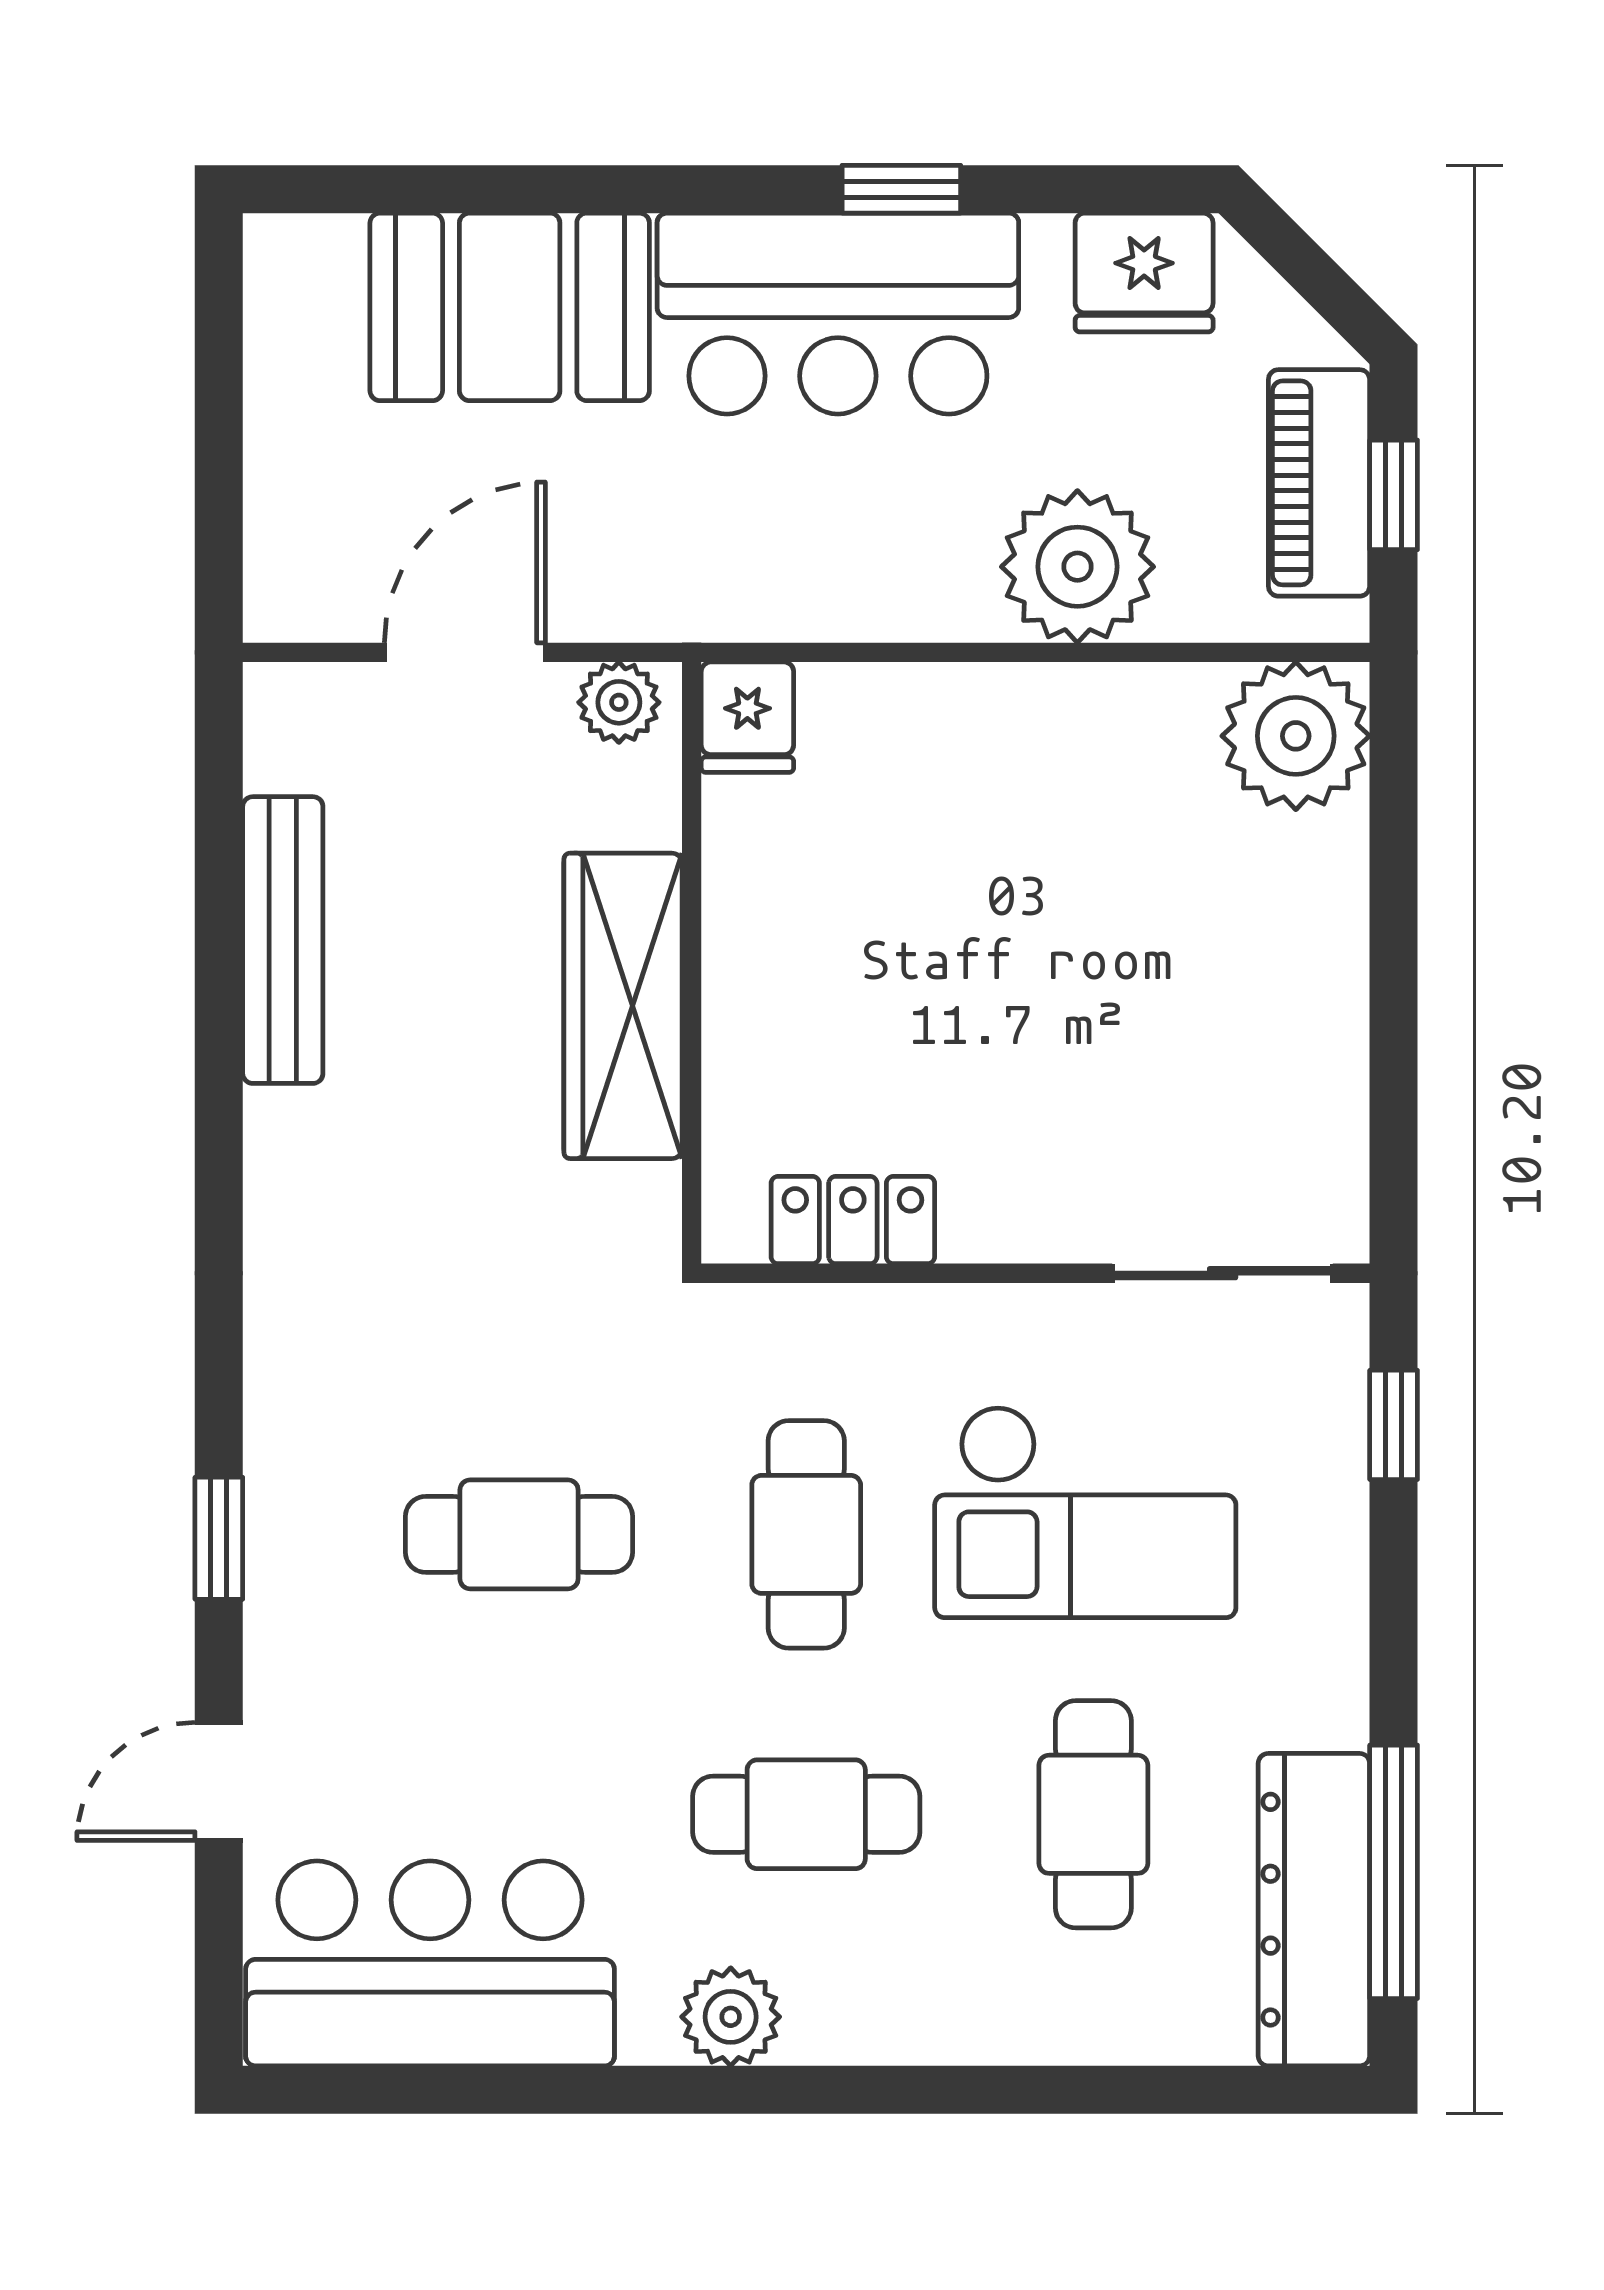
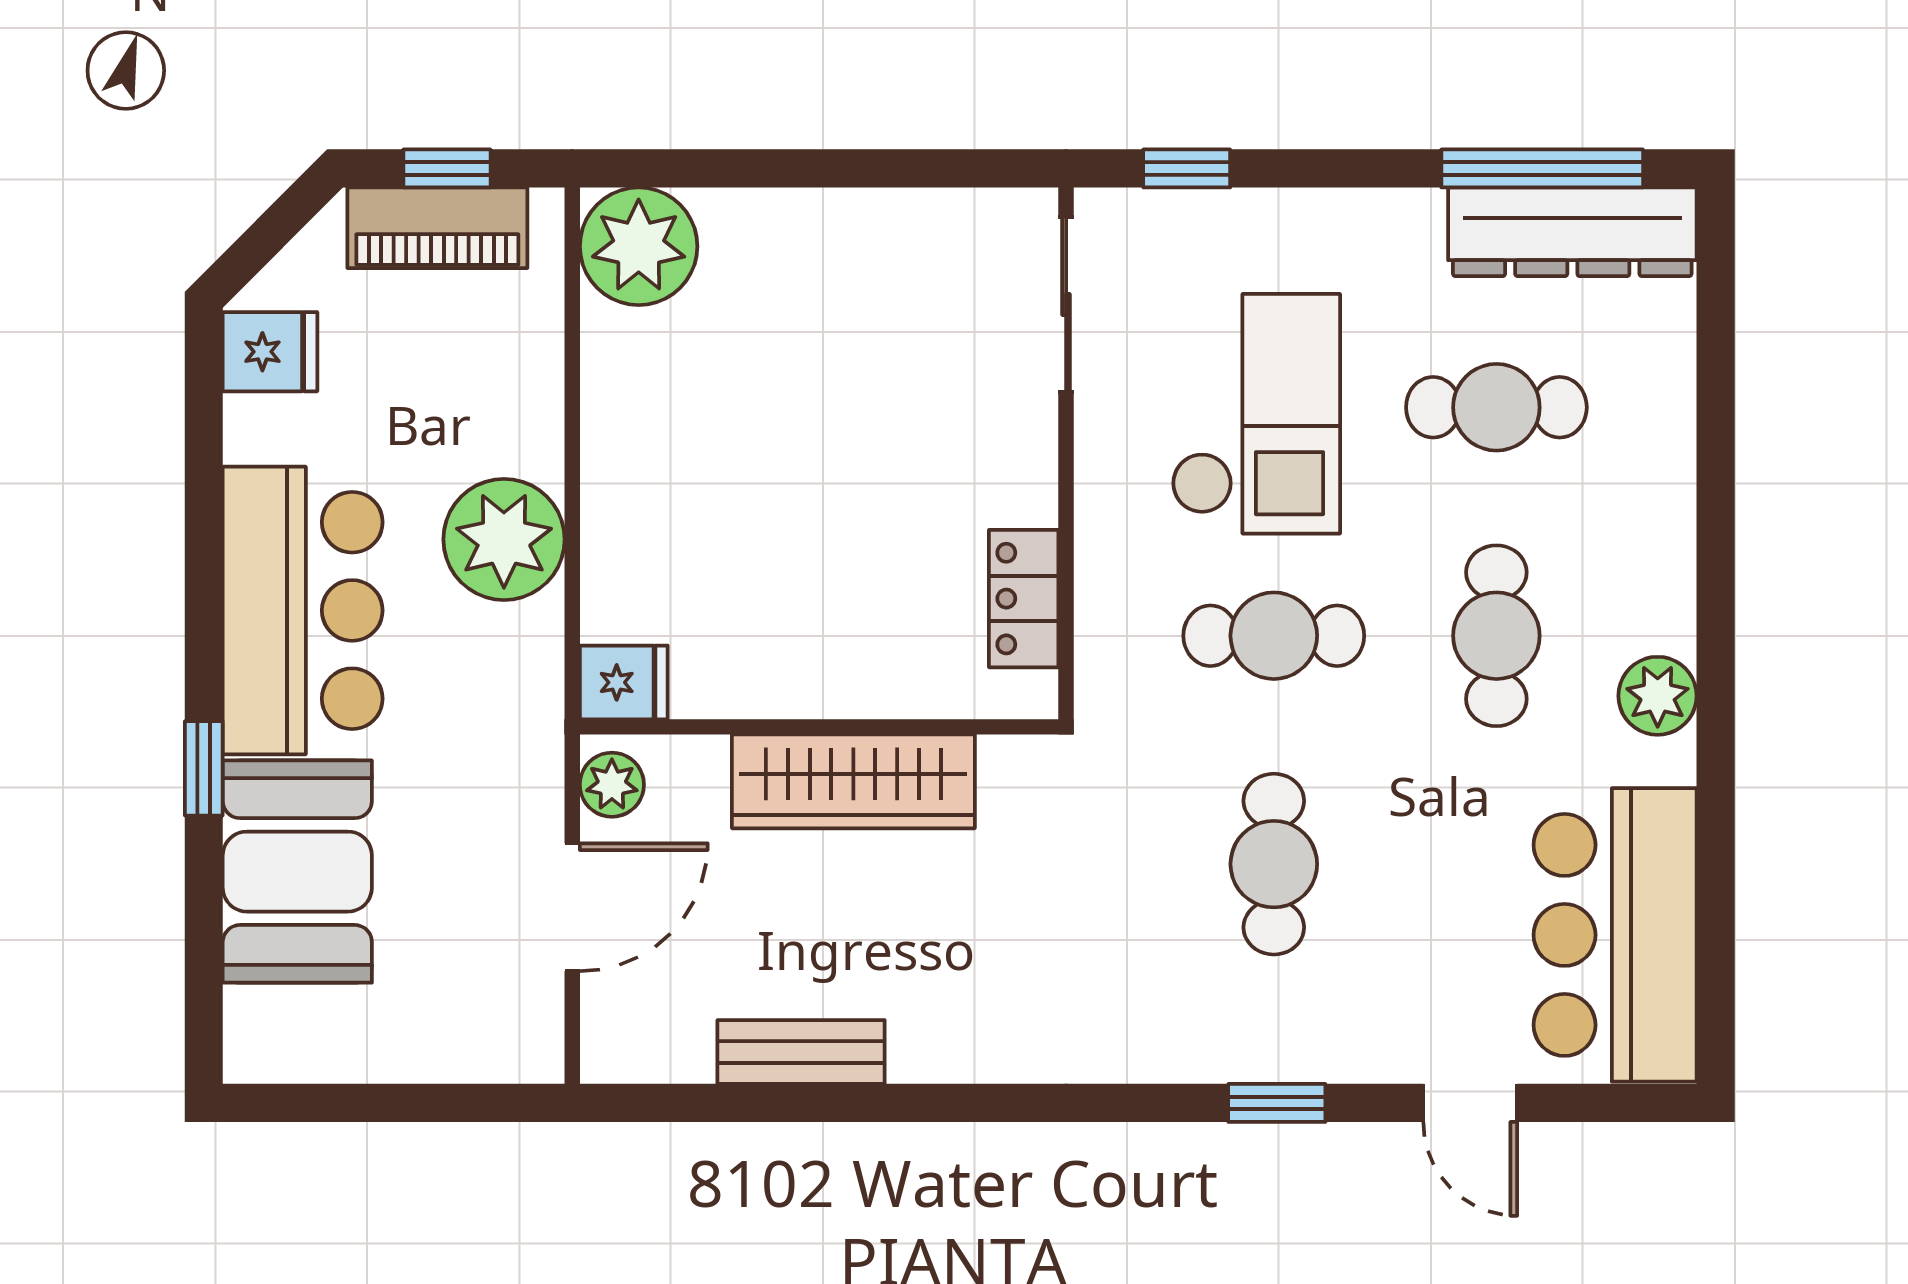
window: (901, 189) -> (204, 768), moved
fridge: (1144, 273) -> (270, 352), width x0.72
plant: (1077, 567) -> (504, 539), moved
door: (465, 652) -> (572, 907), swing flipped
bench: (283, 940) -> (801, 1052), width x0.73

